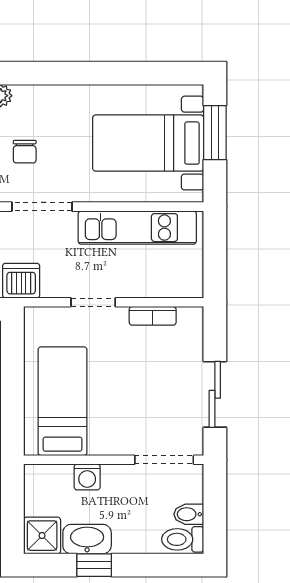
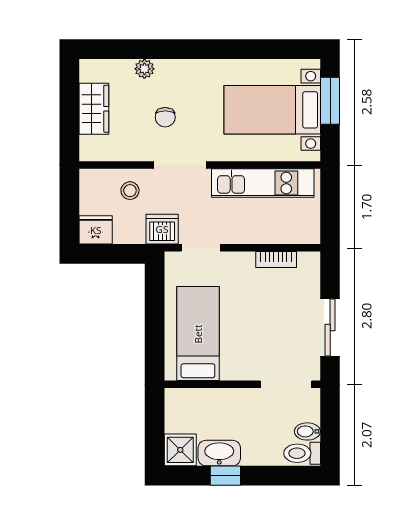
doorway: (93, 302) -> (201, 248), moved
washing machine: (87, 477) -> (219, 399), removed

